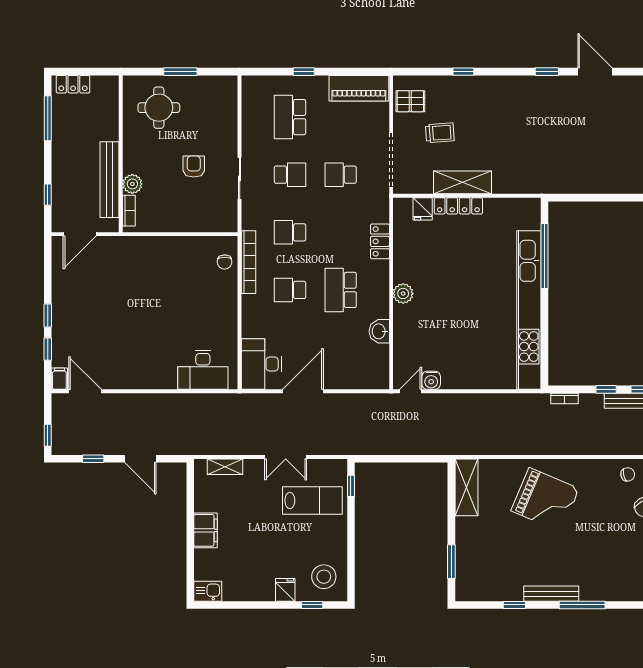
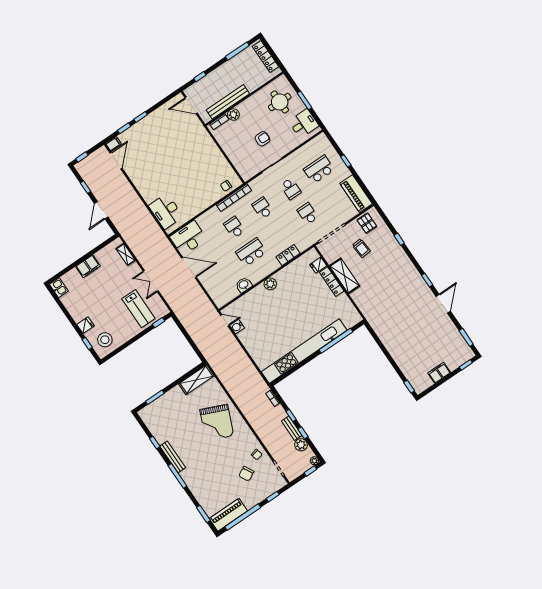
locker: (73, 84) -> (266, 57), width x1.53
desk: (212, 95) -> (304, 124), added

